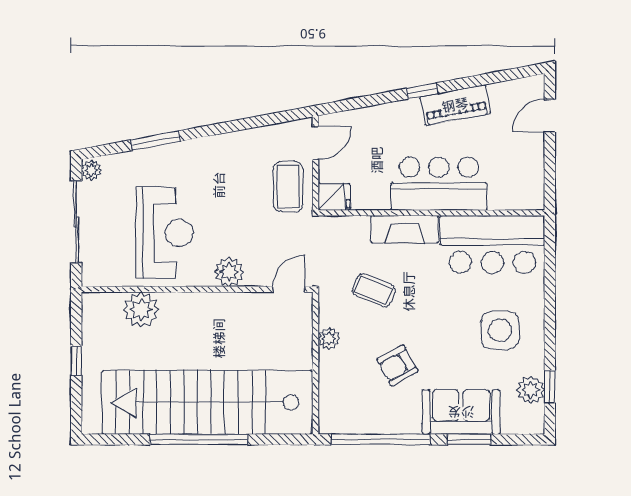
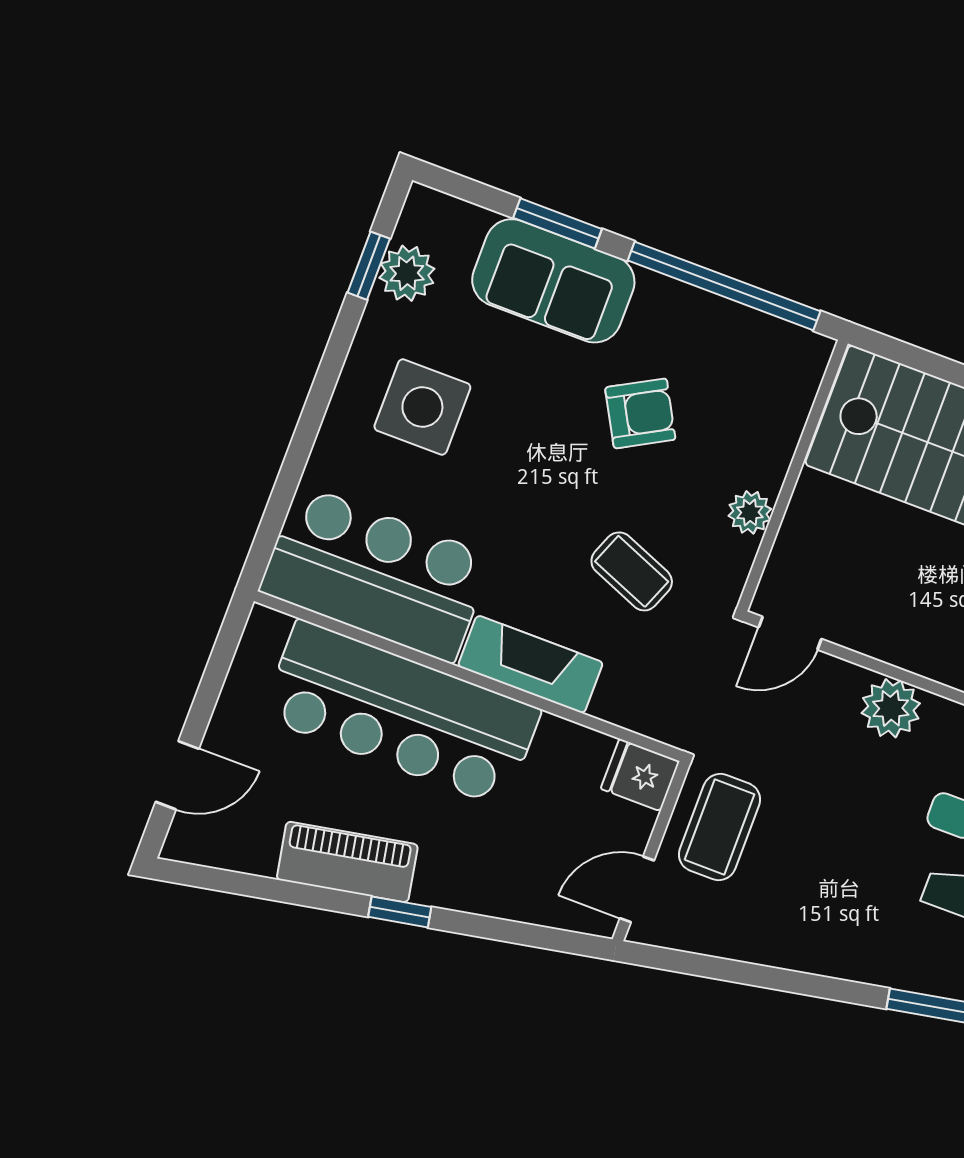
bar counter: (439, 184) -> (401, 713), width x1.36

